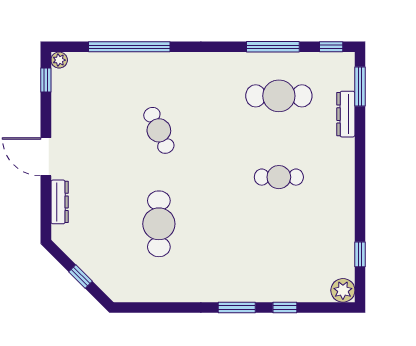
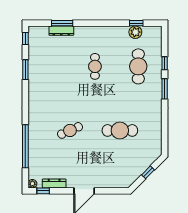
window: (273, 47) -> (25, 70), width x0.69
window: (360, 86) -> (62, 23), moved
cafe table: (279, 96) -> (138, 66), moved
dresser: (60, 202) -> (54, 183), moved
plant: (343, 290) -> (135, 32), moved

